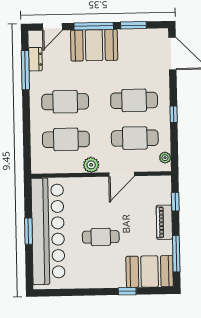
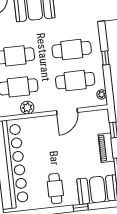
plant: (91, 165) -> (27, 108), moved
cafe table: (101, 237) -> (55, 189), moved, turned 90

